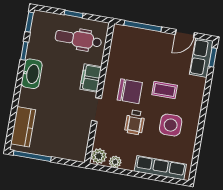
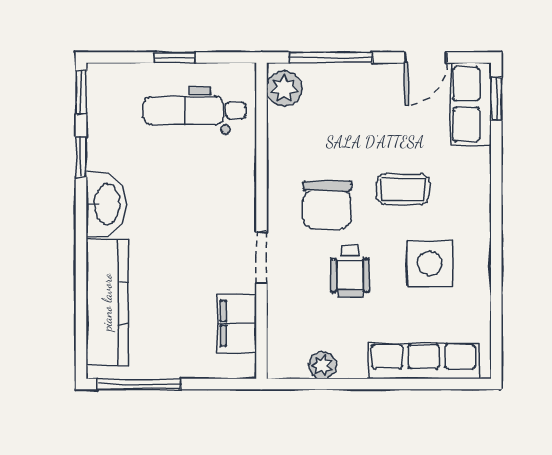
filing cabinet: (91, 78) -> (237, 323), moved
chair: (130, 91) -> (327, 205), turned 90
kitchen counter: (23, 127) -> (107, 302), width x1.50
plant: (99, 156) -> (284, 89), moved

